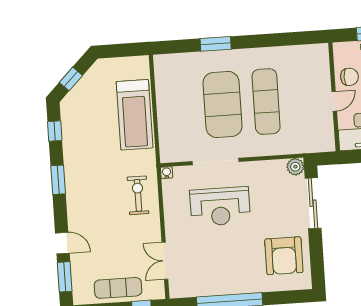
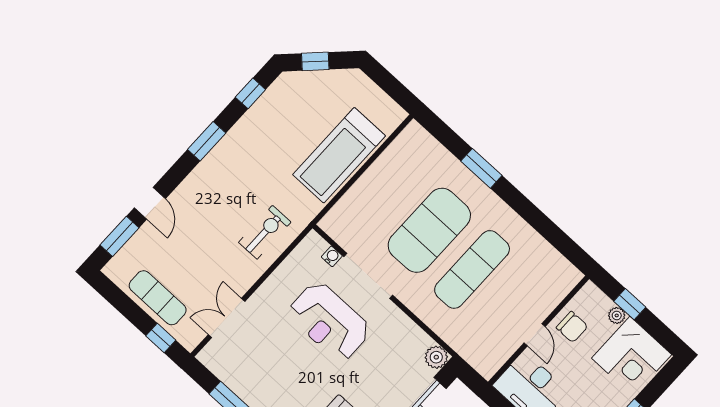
door: (334, 101) -> (535, 335), hinge flipped
water cooler: (167, 173) -> (332, 256), moved

